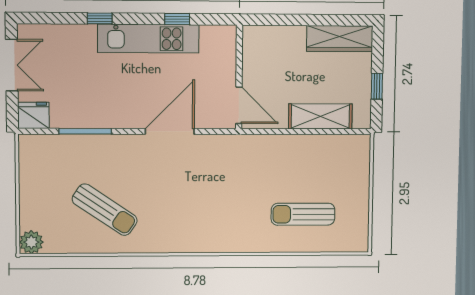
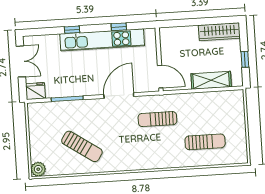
kitchen unit: (148, 39) -> (102, 40), width x1.36
sun lounger: (230, 173) -> (157, 119), added
sun lounger: (303, 214) -> (205, 142), turned 180

